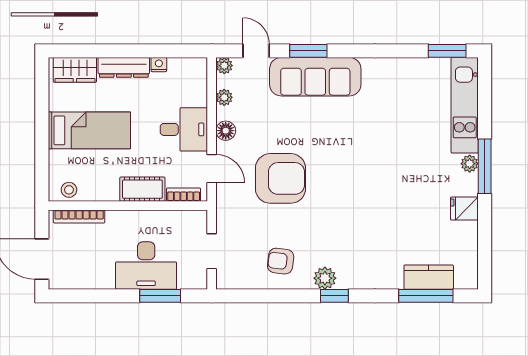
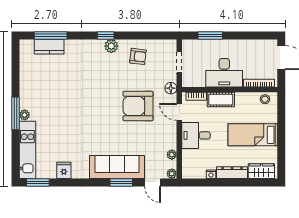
floor lamp: (226, 131) -> (171, 88), moved
fridge: (464, 209) -> (64, 170), moved, turned -90
desk: (146, 266) -> (224, 73), moved, turned 180

